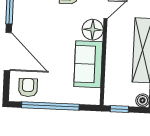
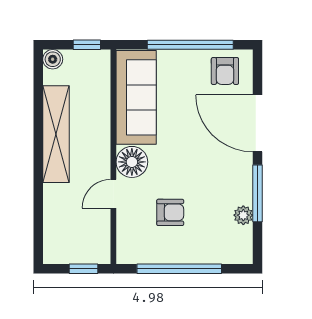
sofa: (88, 64) -> (136, 97), width x1.36

